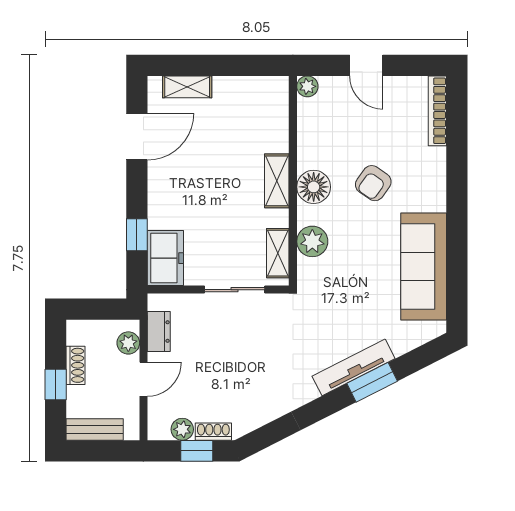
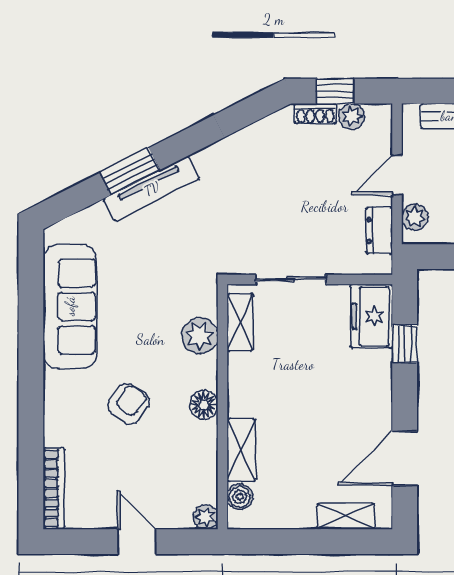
boiler: (278, 104) -> (240, 497), added
shelving: (277, 181) -> (241, 450), moved
floor lamp: (314, 187) -> (204, 405), width x0.73, depth x0.73

